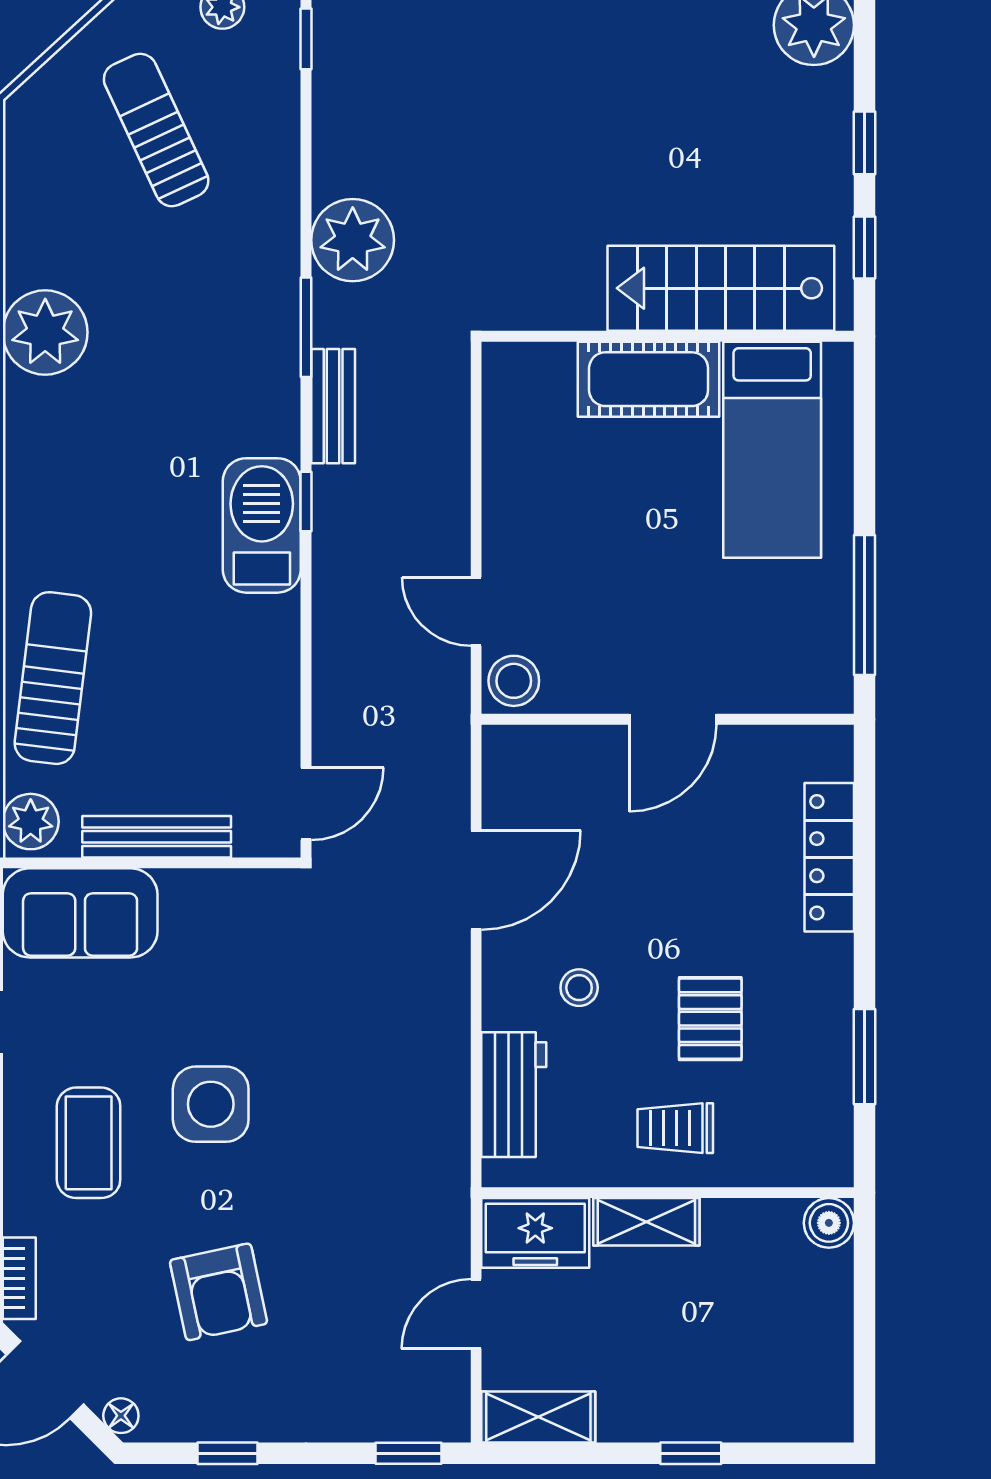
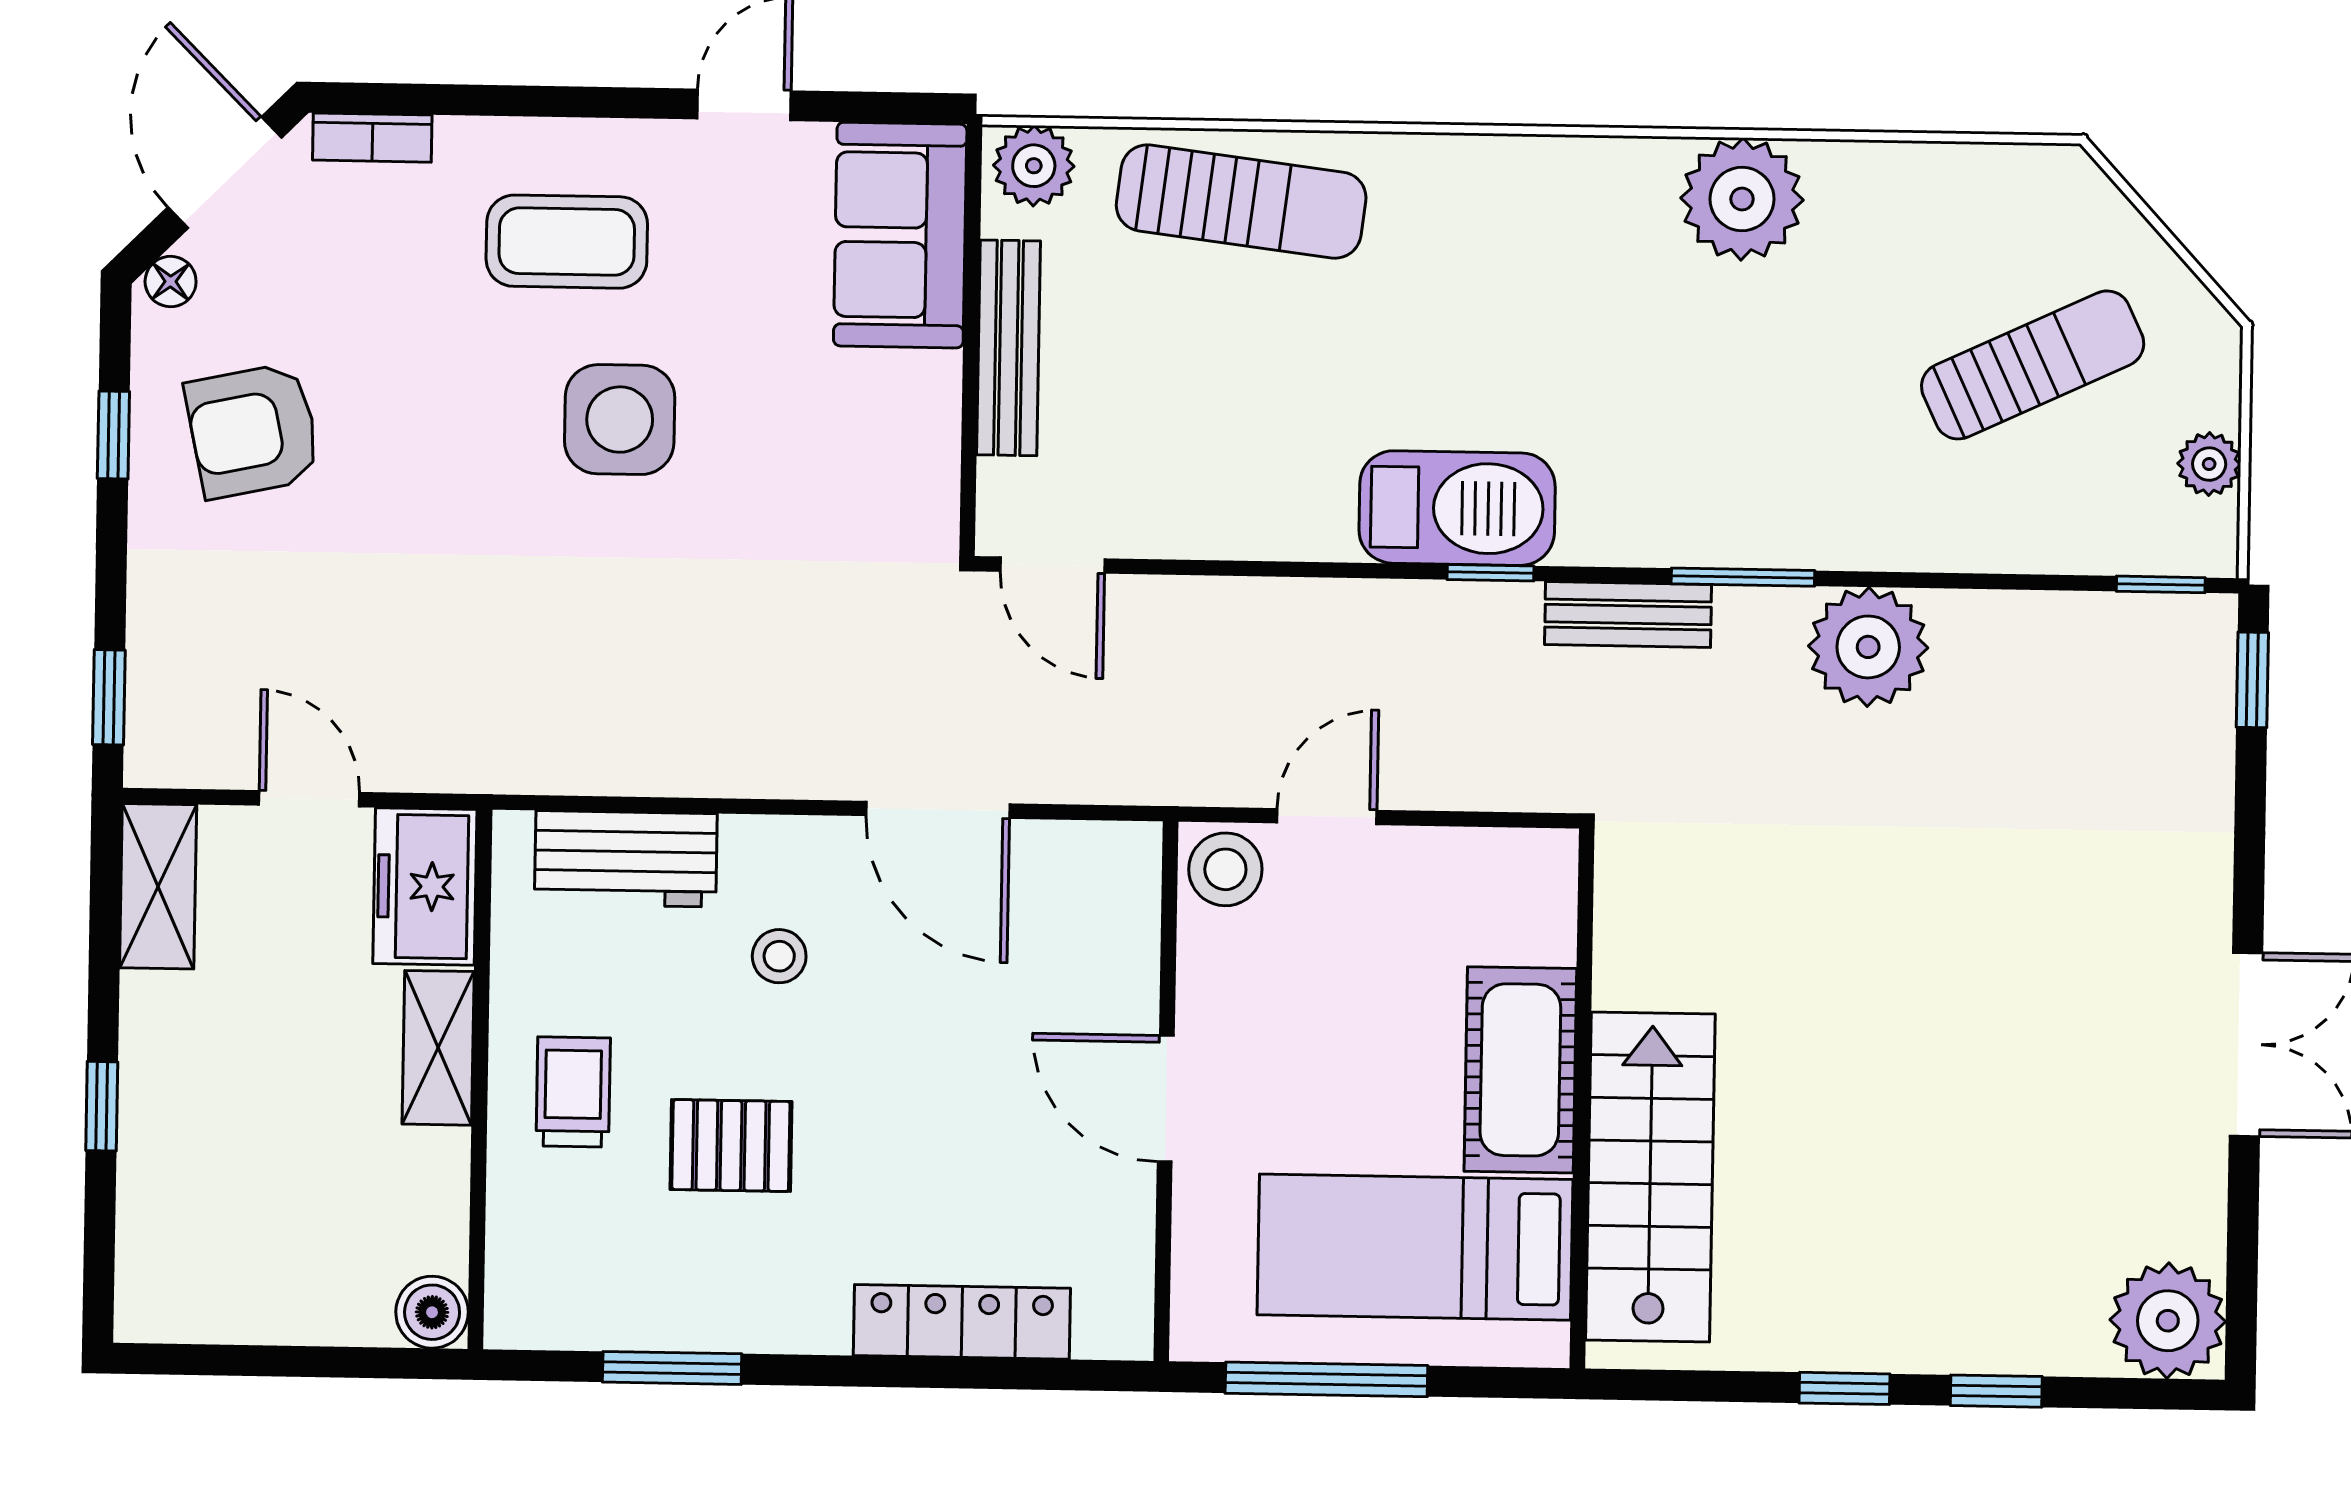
stairs: (721, 288) -> (1650, 1177), moved
wall: (668, 336) -> (1582, 1099), moved
cot: (649, 379) -> (1520, 1070), moved
bed: (772, 450) -> (1415, 1247), moved
armchair: (219, 1292) -> (253, 431), moved

